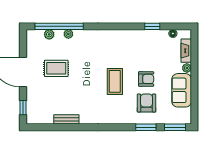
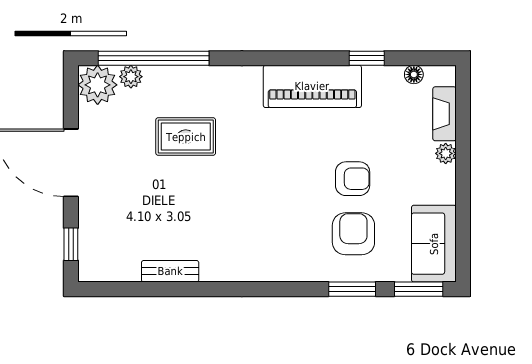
plant: (68, 34) -> (98, 85), moved, width x1.87, depth x1.87
piano: (129, 39) -> (312, 86), added
rug: (56, 68) -> (186, 137), moved
coffee table: (115, 81) -> (281, 184), removed
sofa: (182, 90) -> (434, 244), moved

